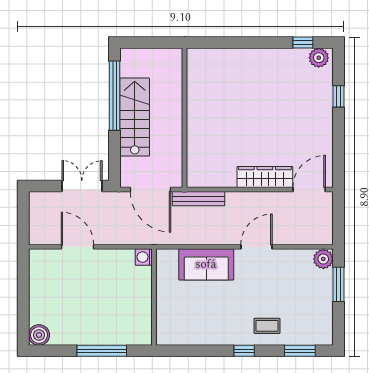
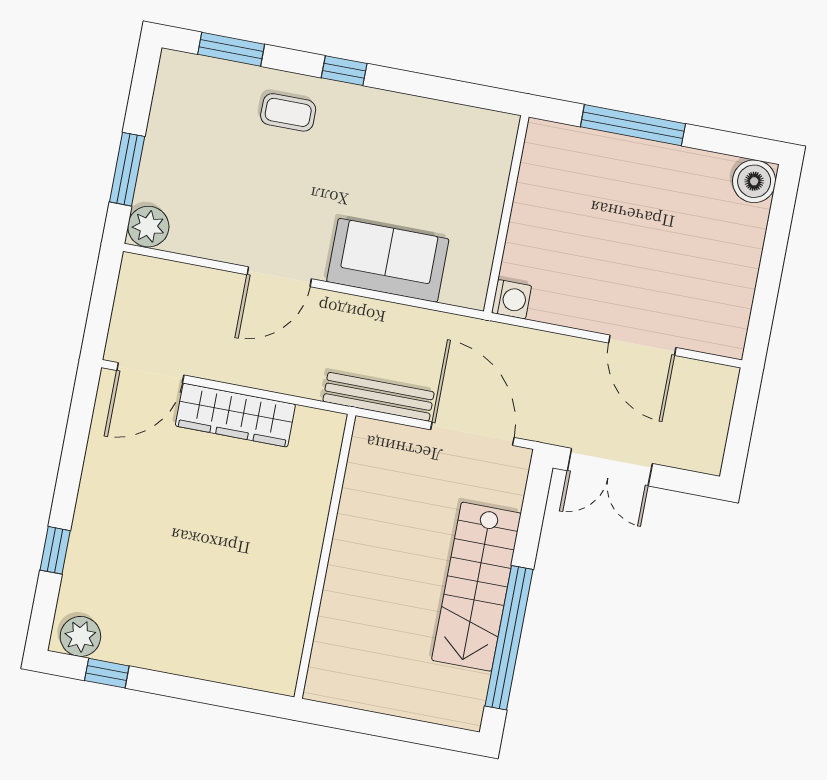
wall: (184, 118) -> (325, 556), moved

